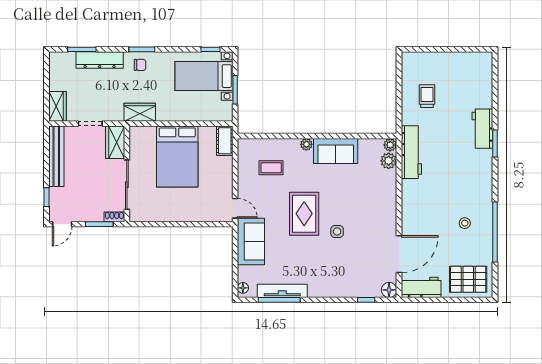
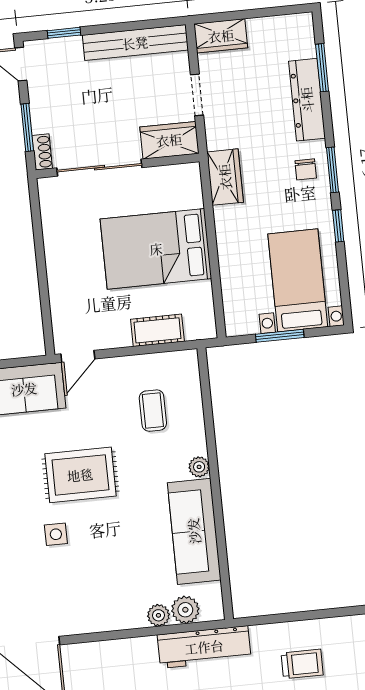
window: (210, 49) -> (338, 226), moved
cot: (225, 141) -> (157, 330), moved
plant: (390, 145) -> (158, 615), moved
sofa: (336, 151) -> (194, 531), width x1.36

